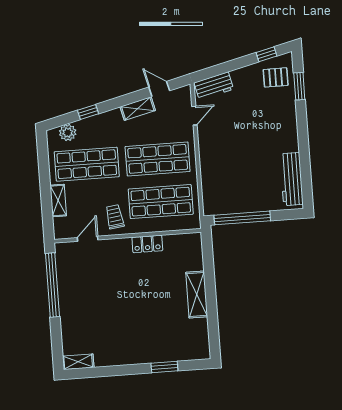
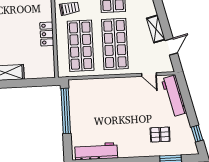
pallet: (276, 77) -> (160, 135), moved, turned 90
workbench: (214, 86) -> (174, 96), width x1.38

